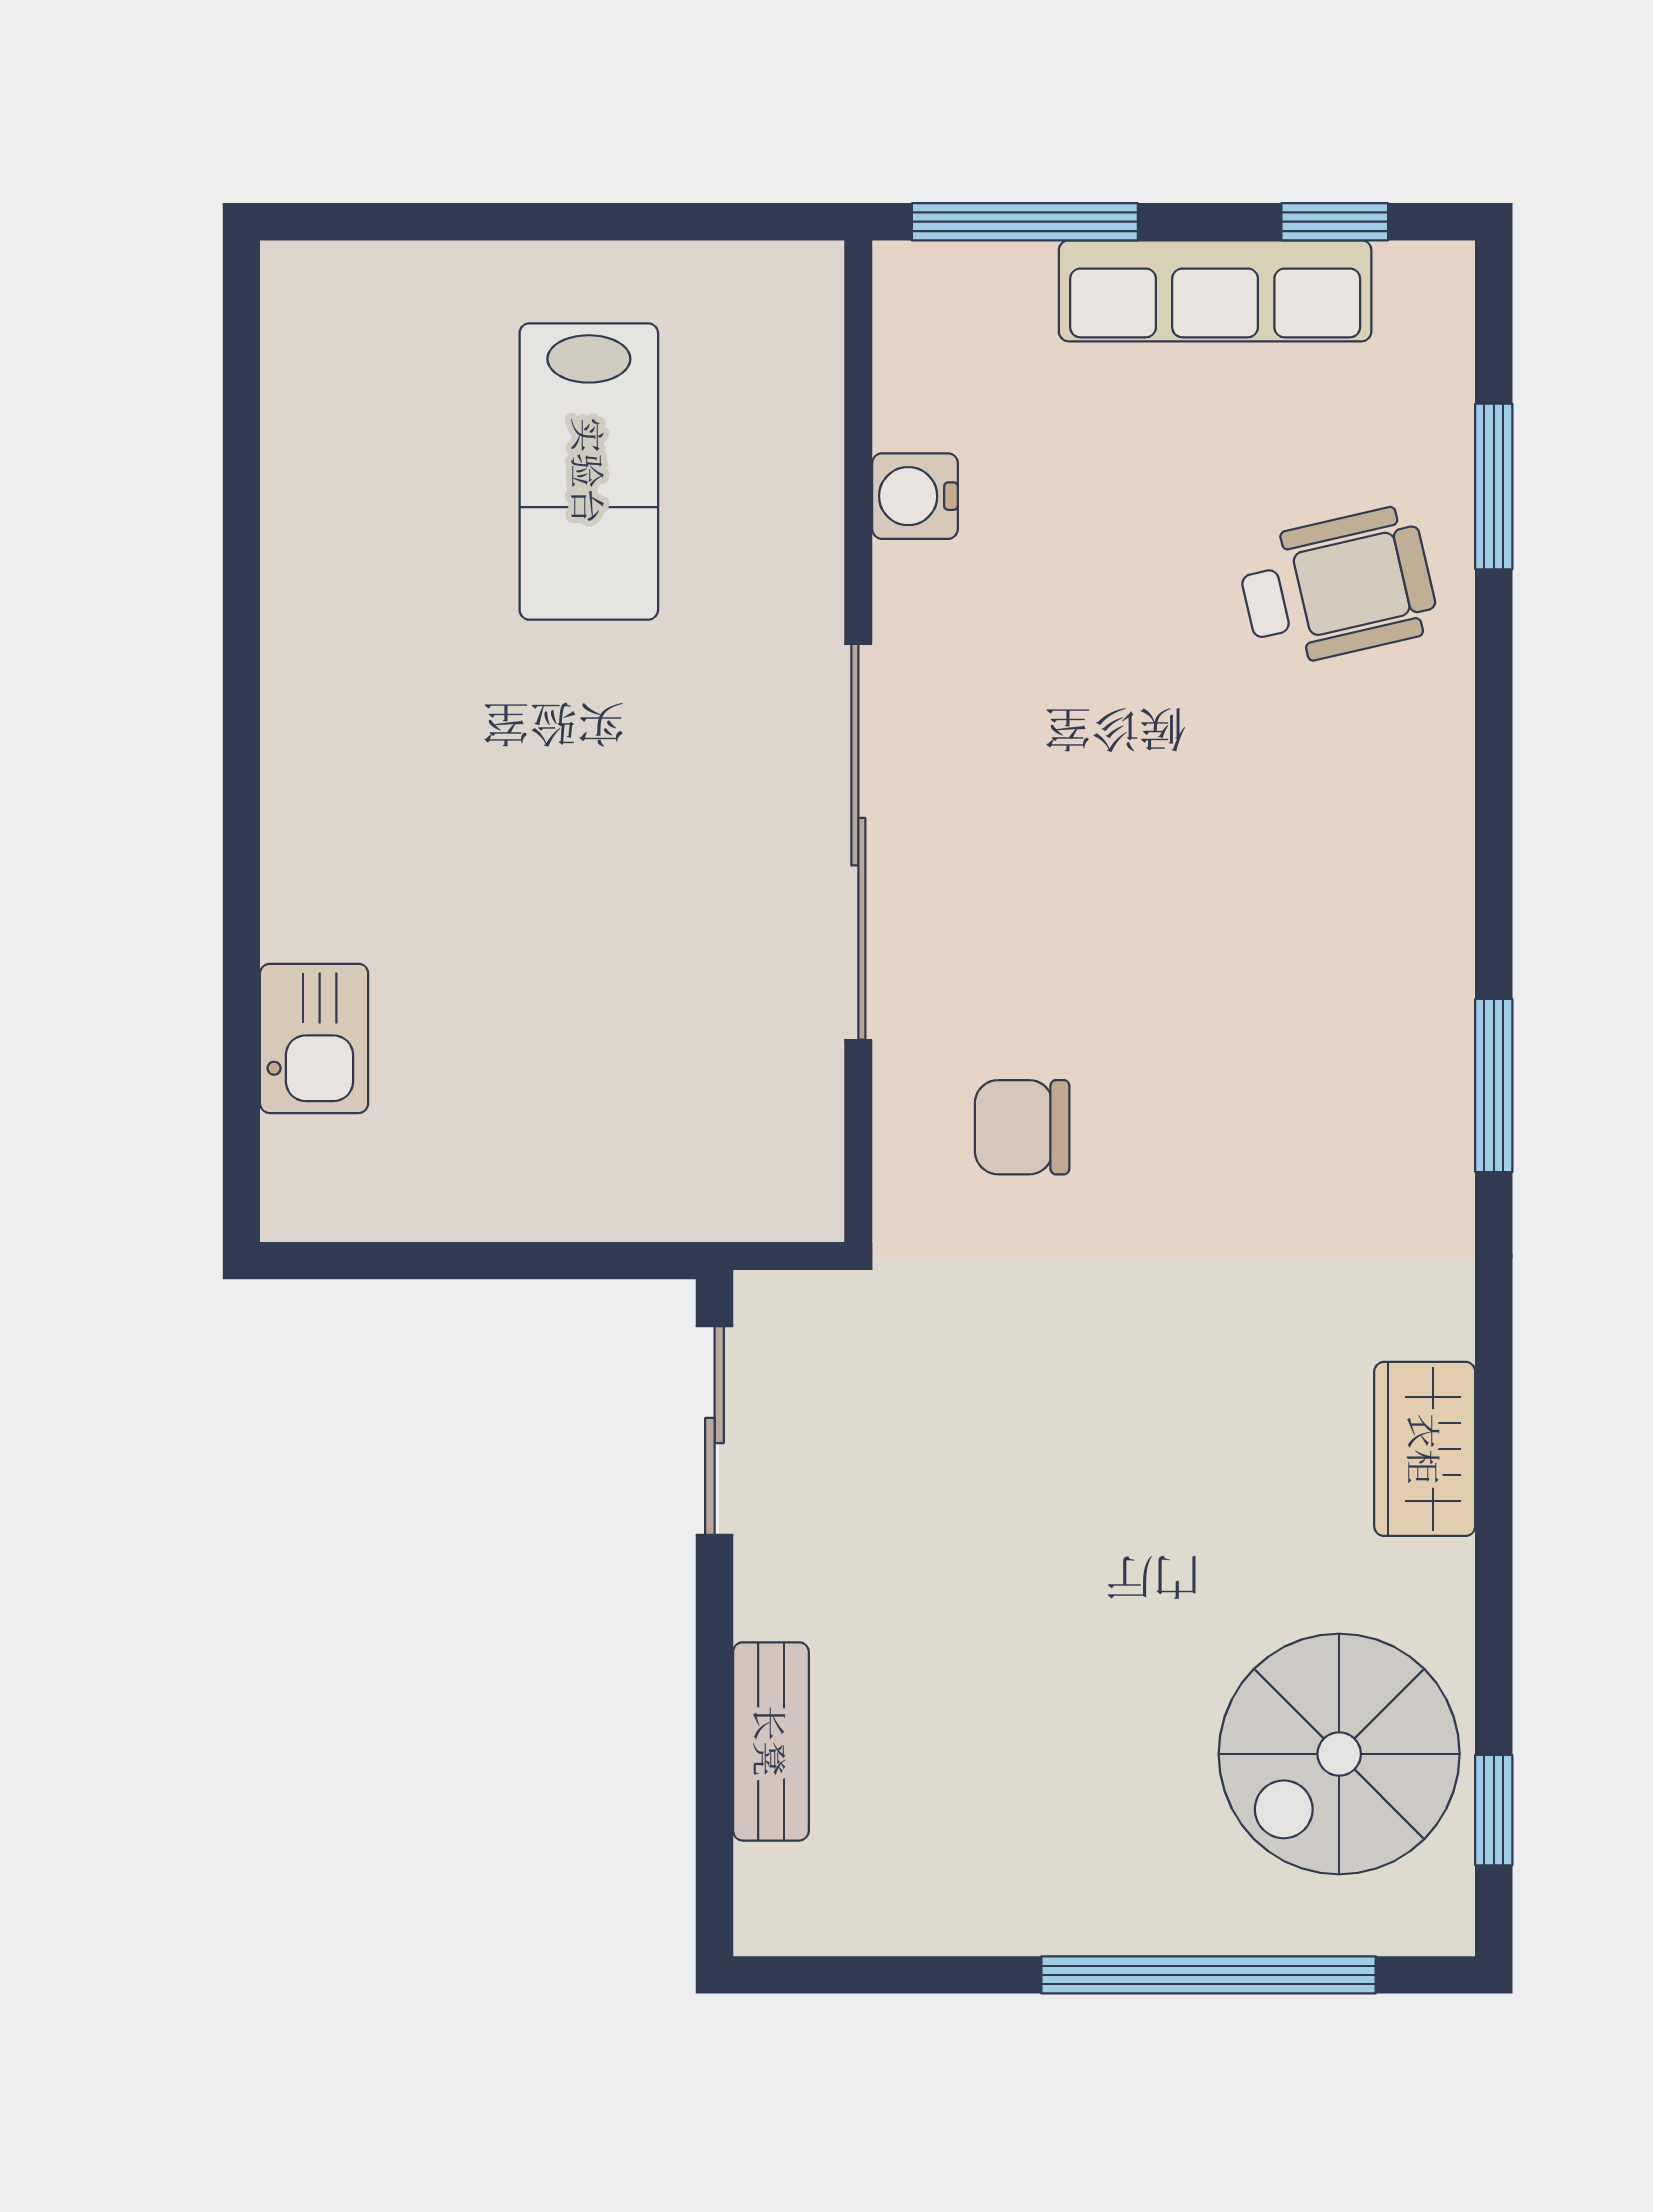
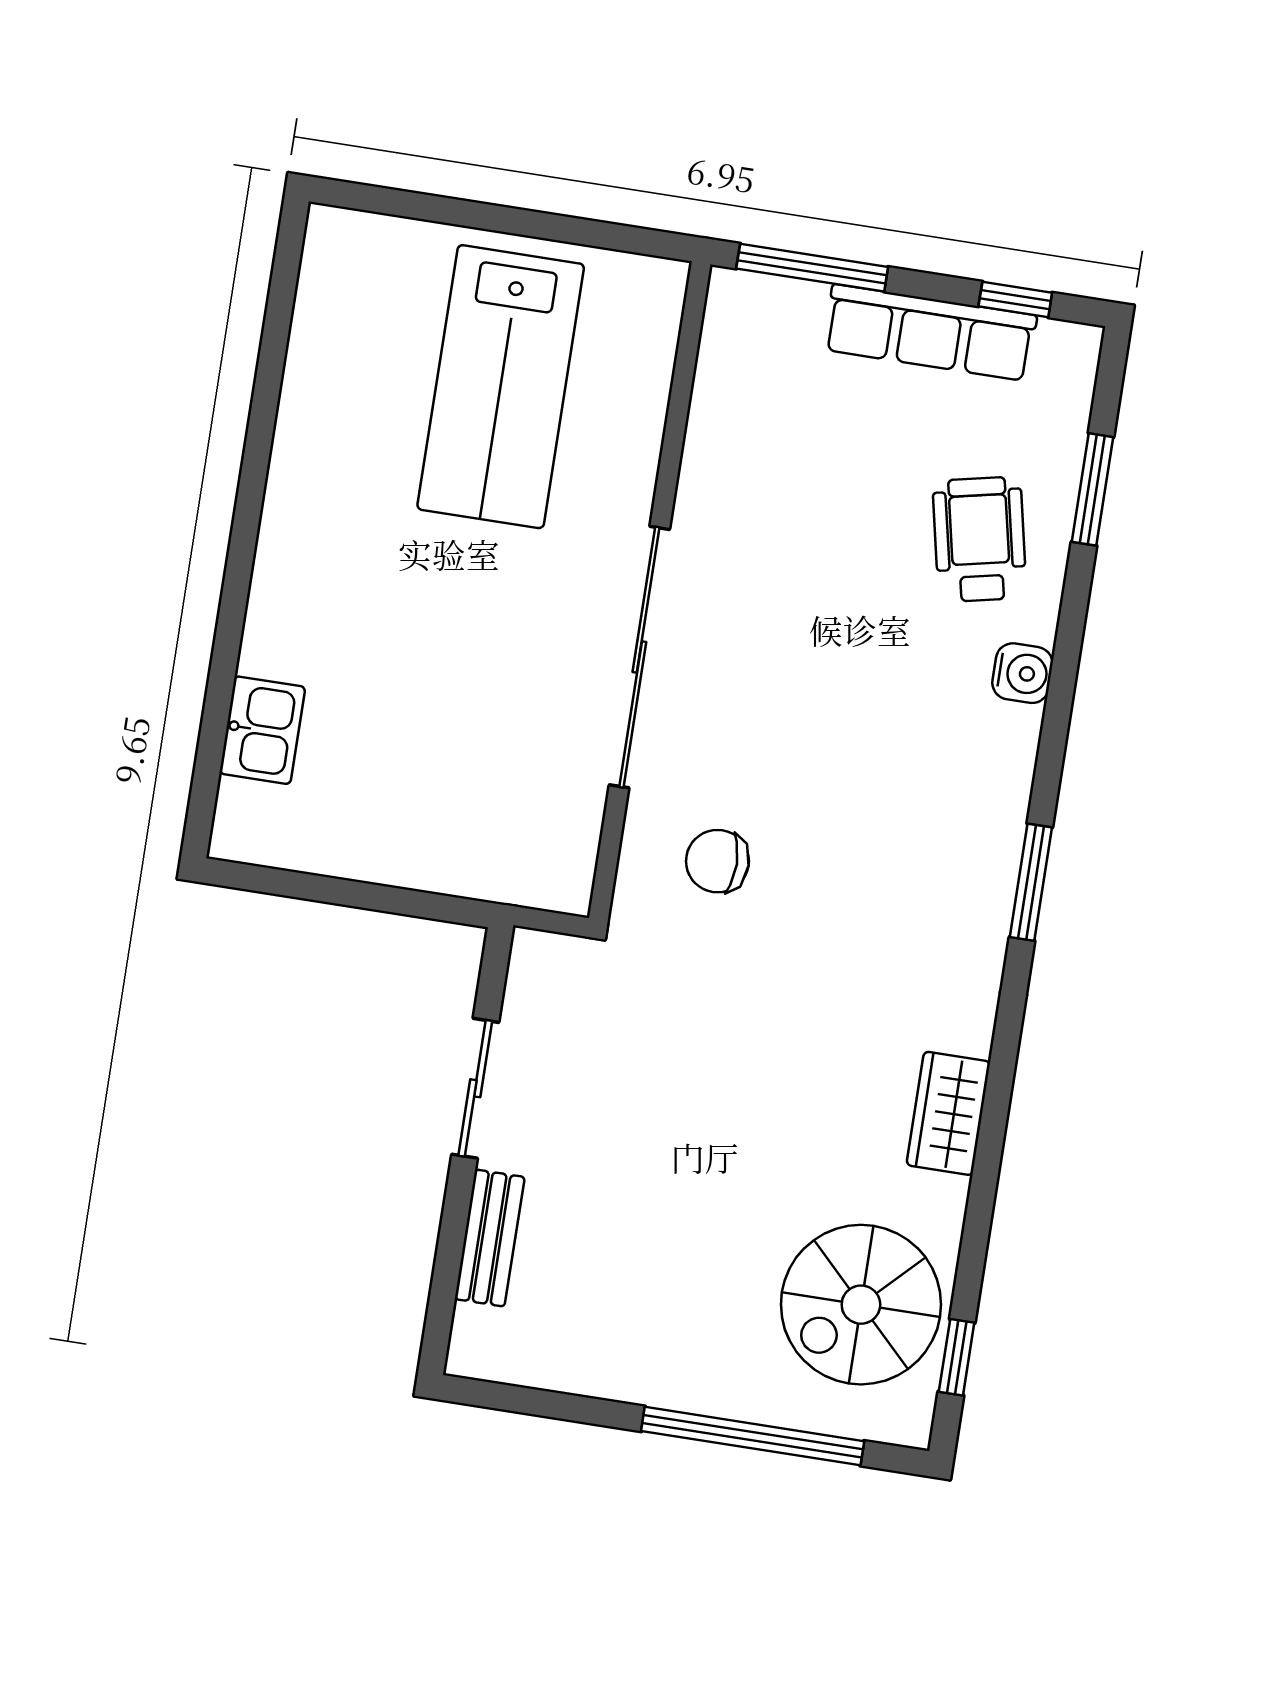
lab bench: (589, 471) -> (501, 387), width x1.36, depth x1.39
water cooler: (915, 496) -> (1022, 673), moved, turned 180
wheelchair: (1337, 587) -> (980, 539), turned -89
sliding door: (715, 1431) -> (475, 1088), moved

